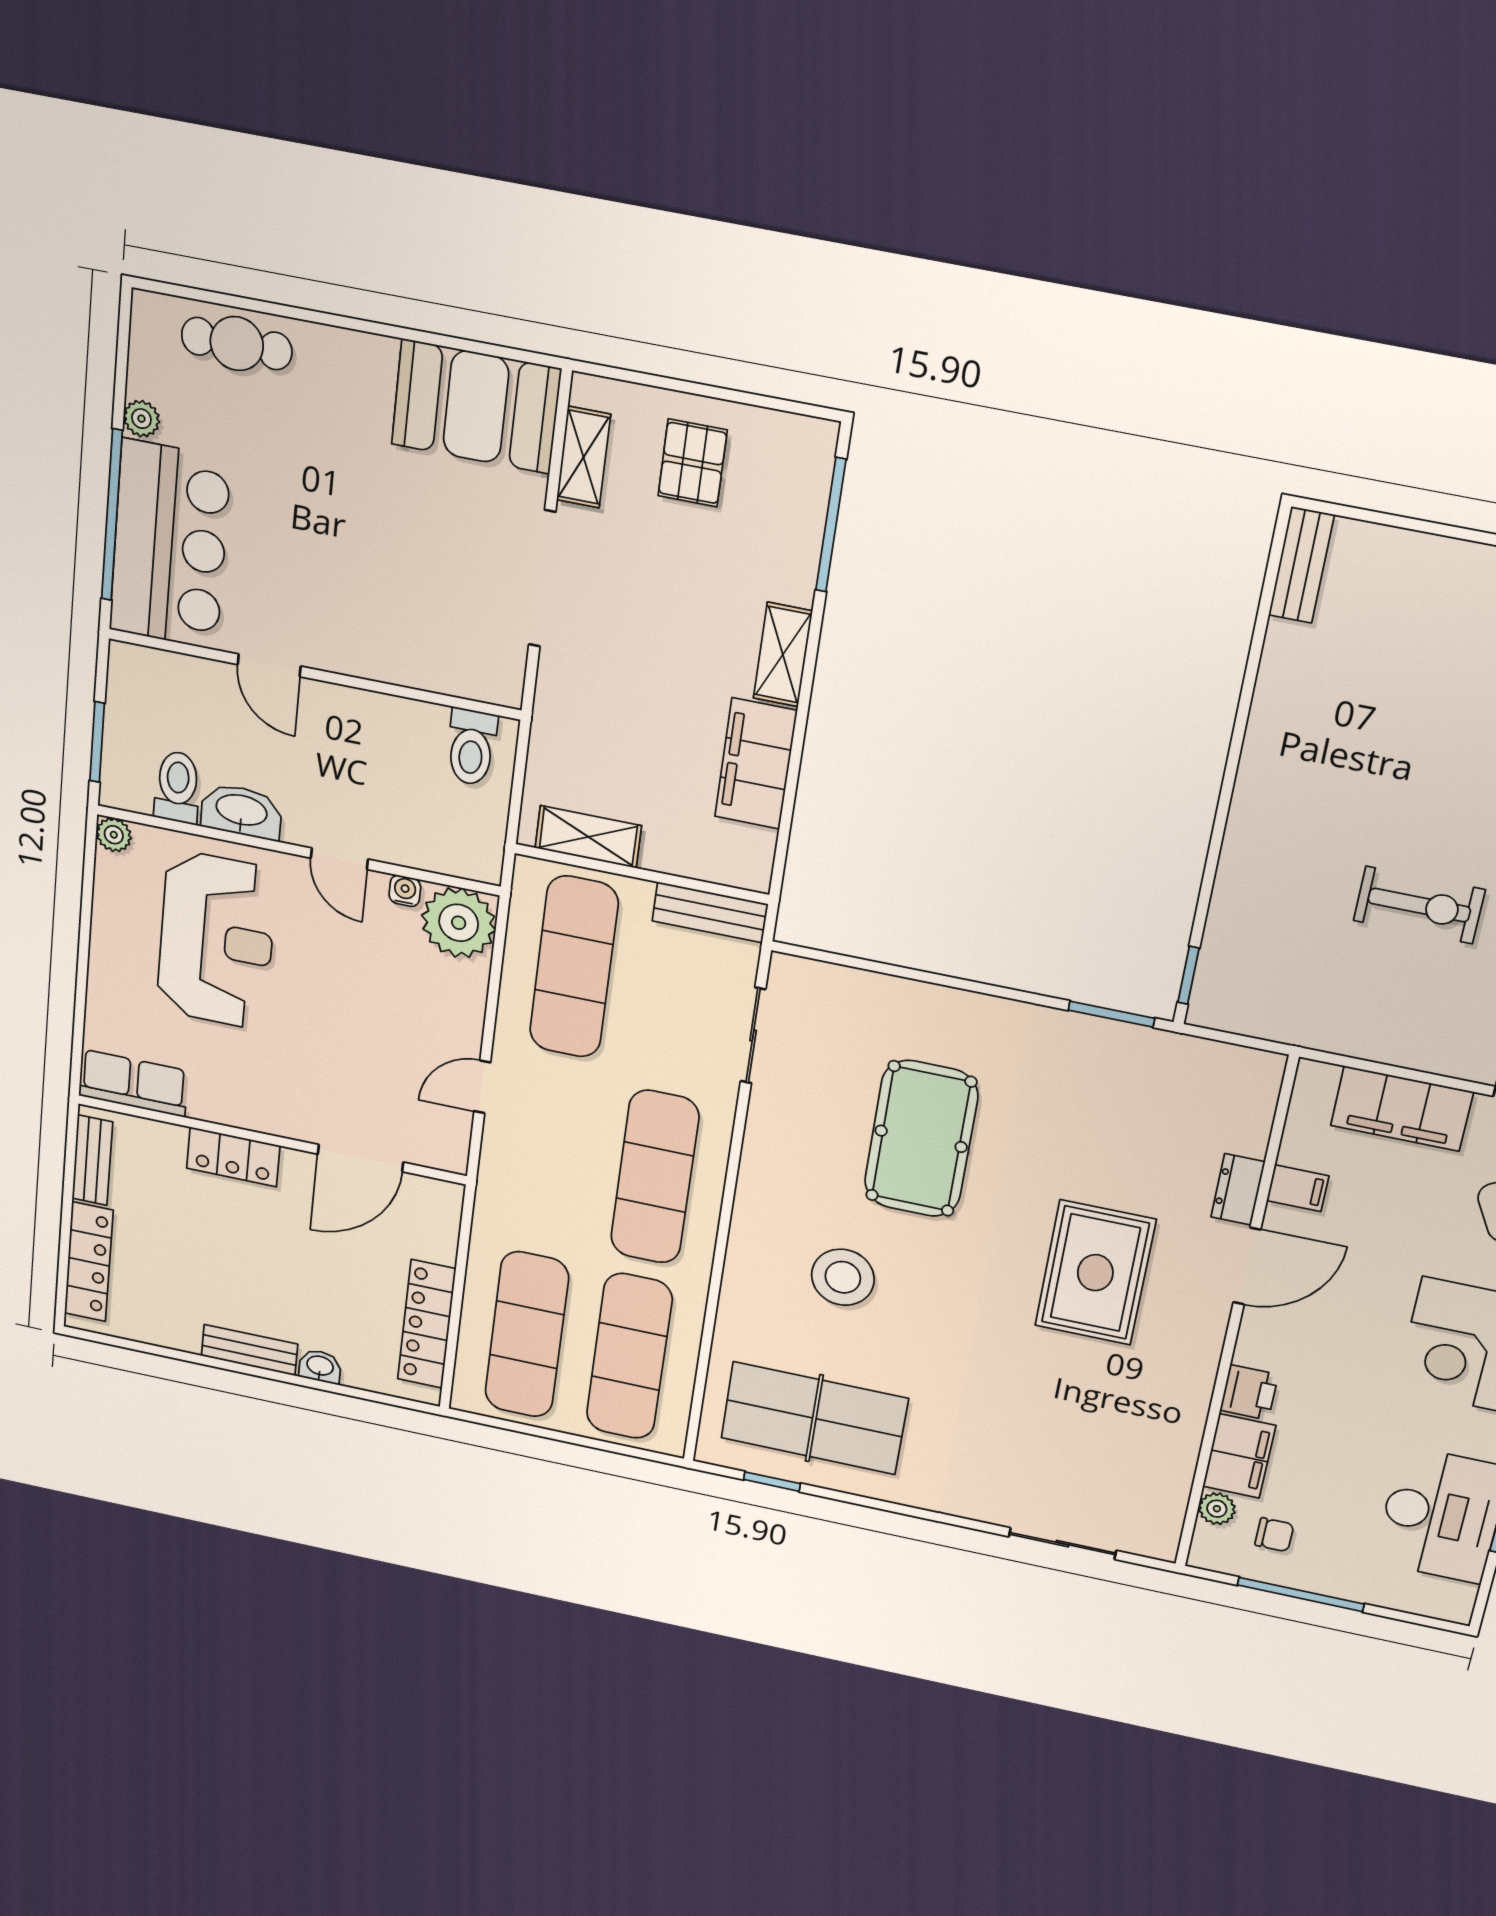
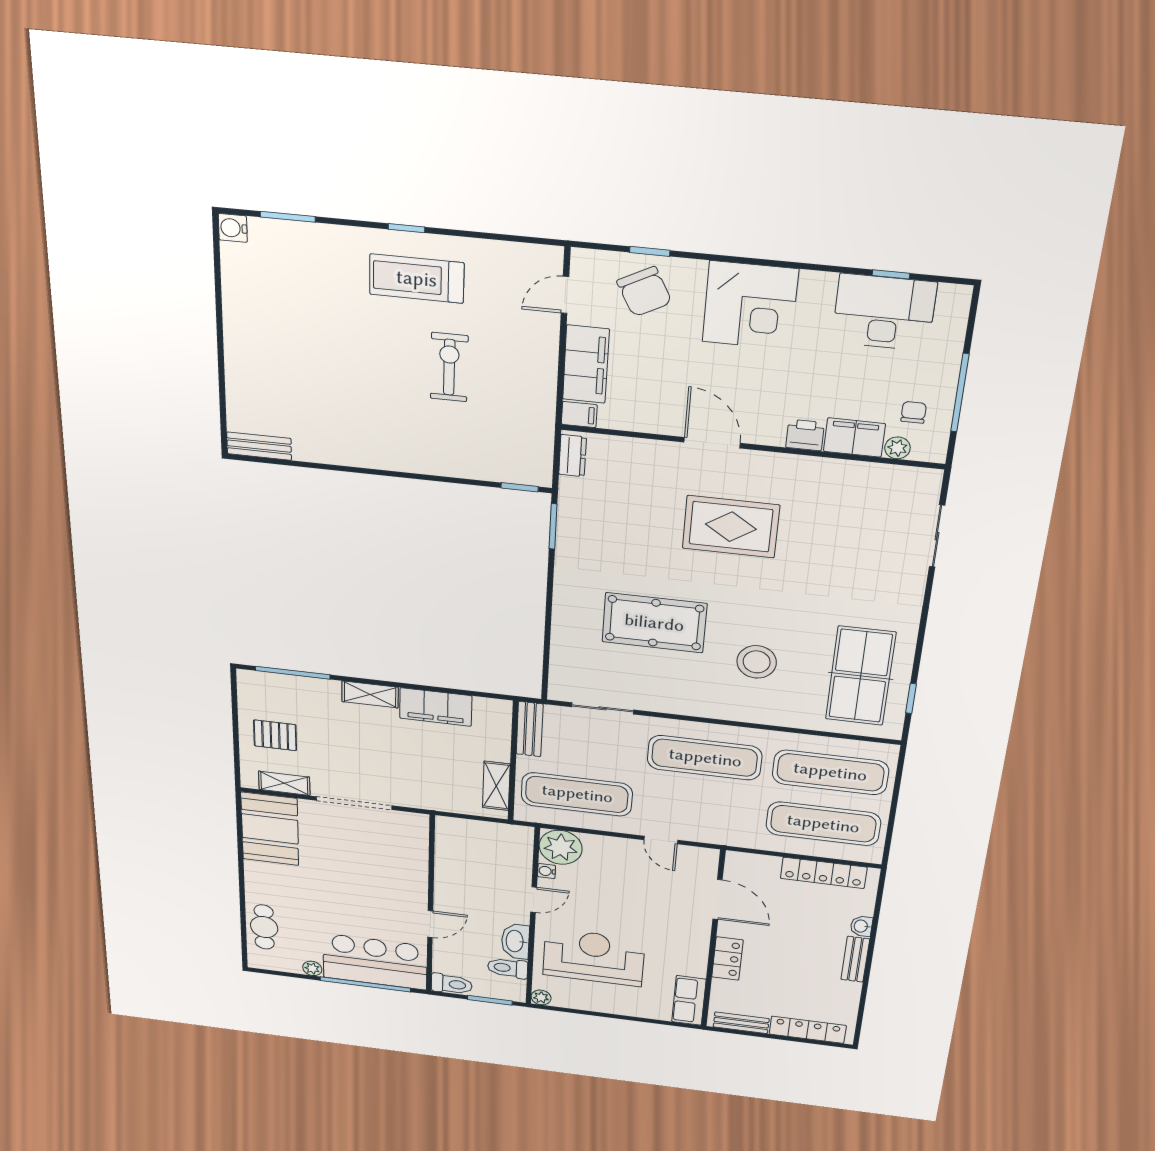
toilet: (472, 747) -> (452, 984), moved
filing cabinet: (1298, 1188) -> (579, 415), moved, turned 90
dresser: (1238, 1189) -> (573, 456), moved, turned -90

